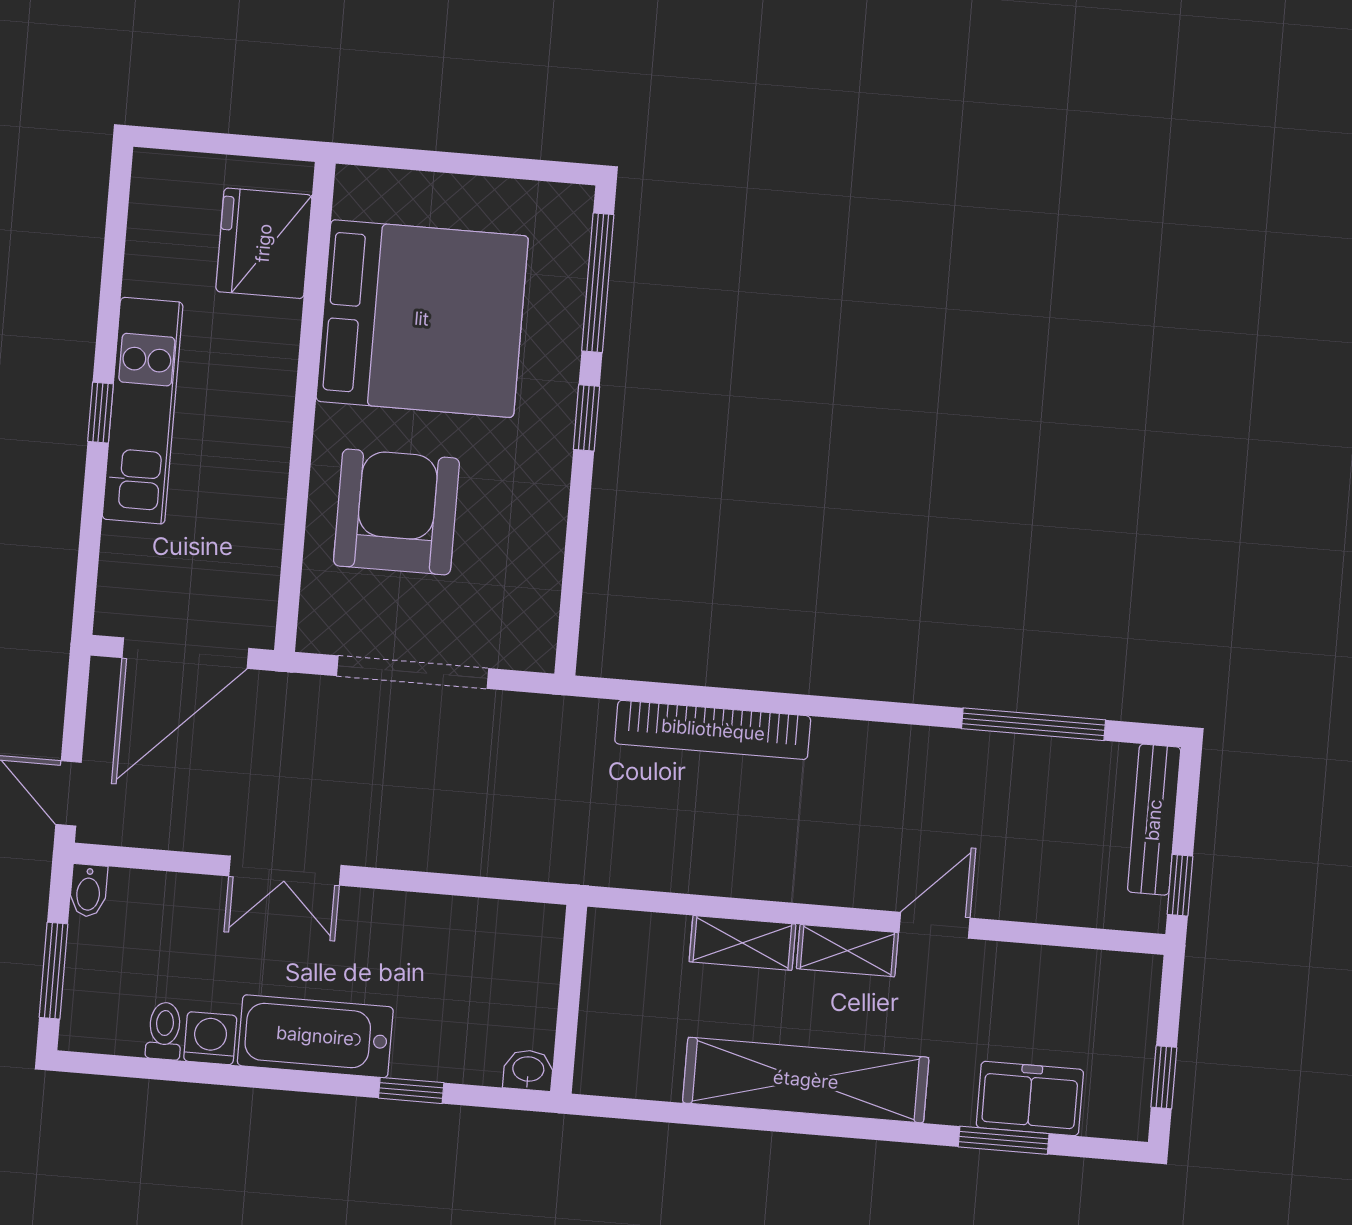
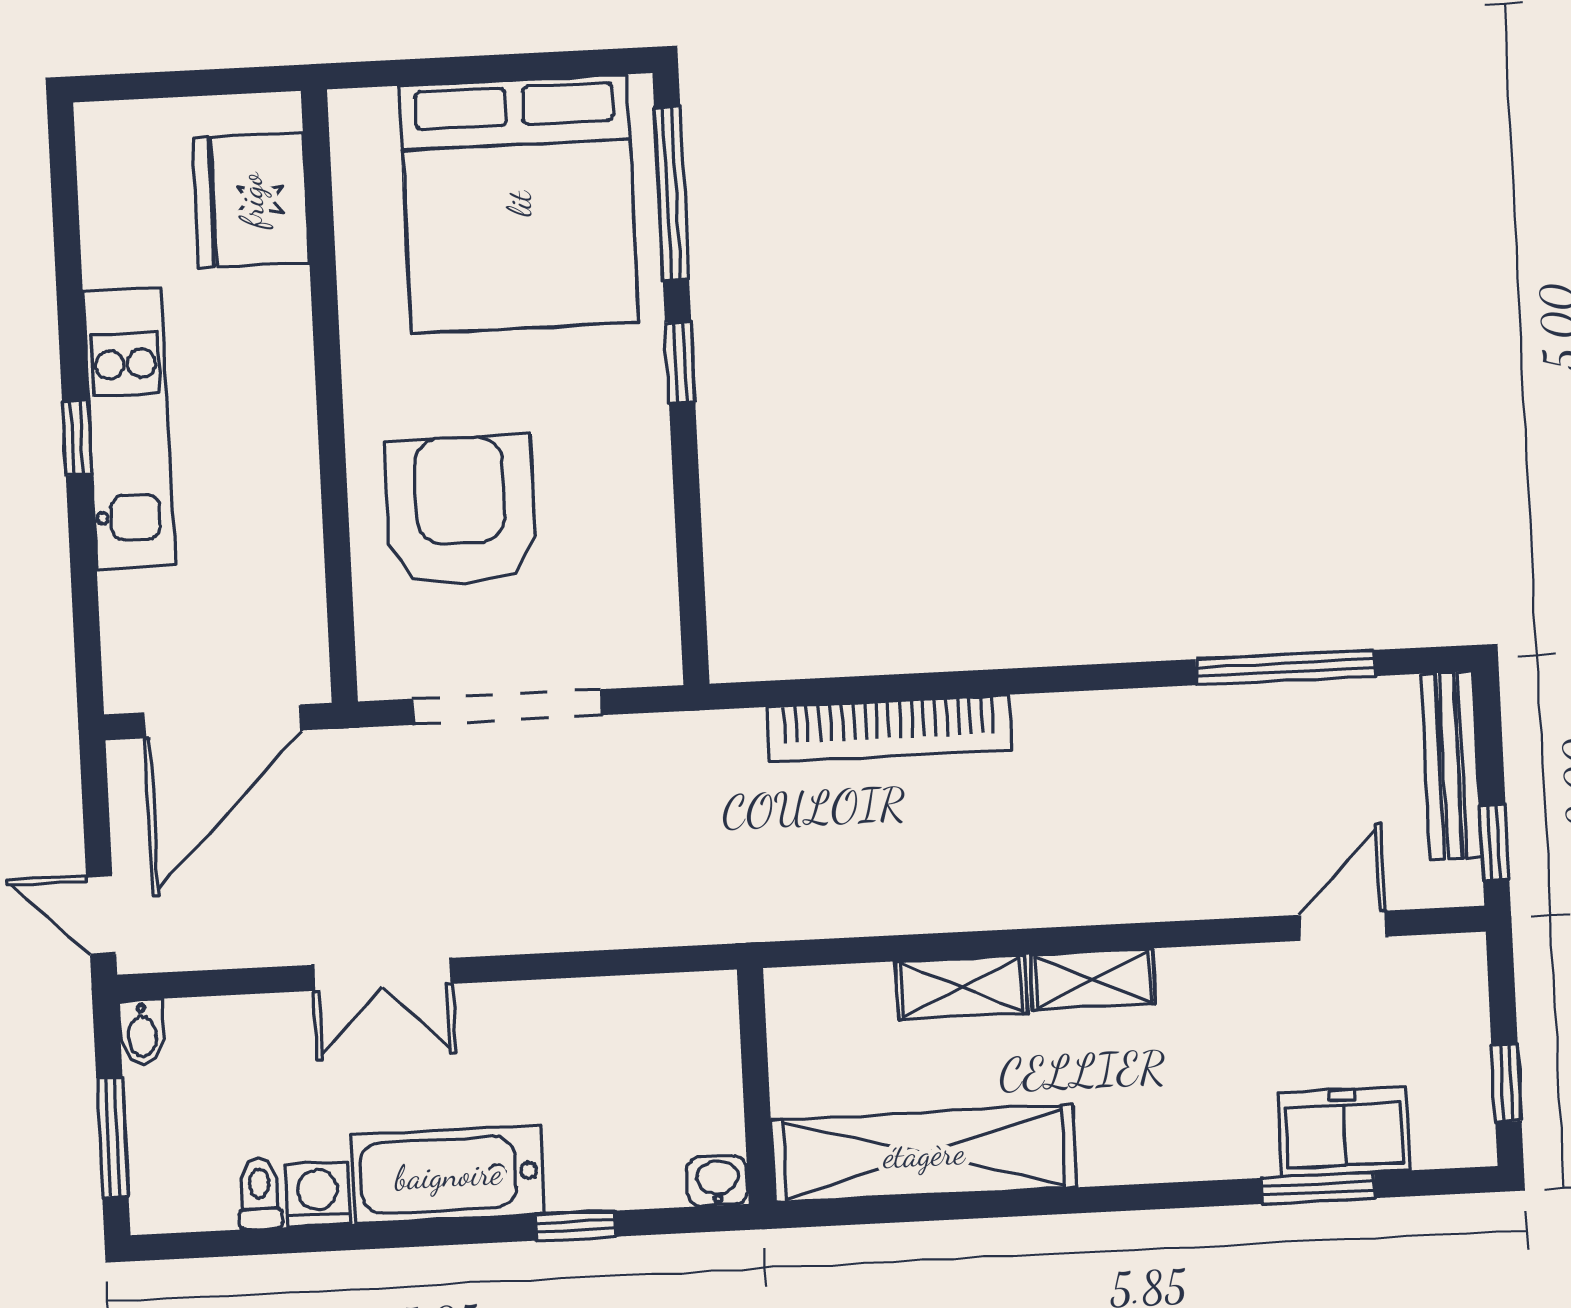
bed: (422, 319) -> (519, 204), moved, turned 90
door: (934, 925) -> (1343, 926), moved
shelving: (806, 1080) -> (924, 1154), moved

